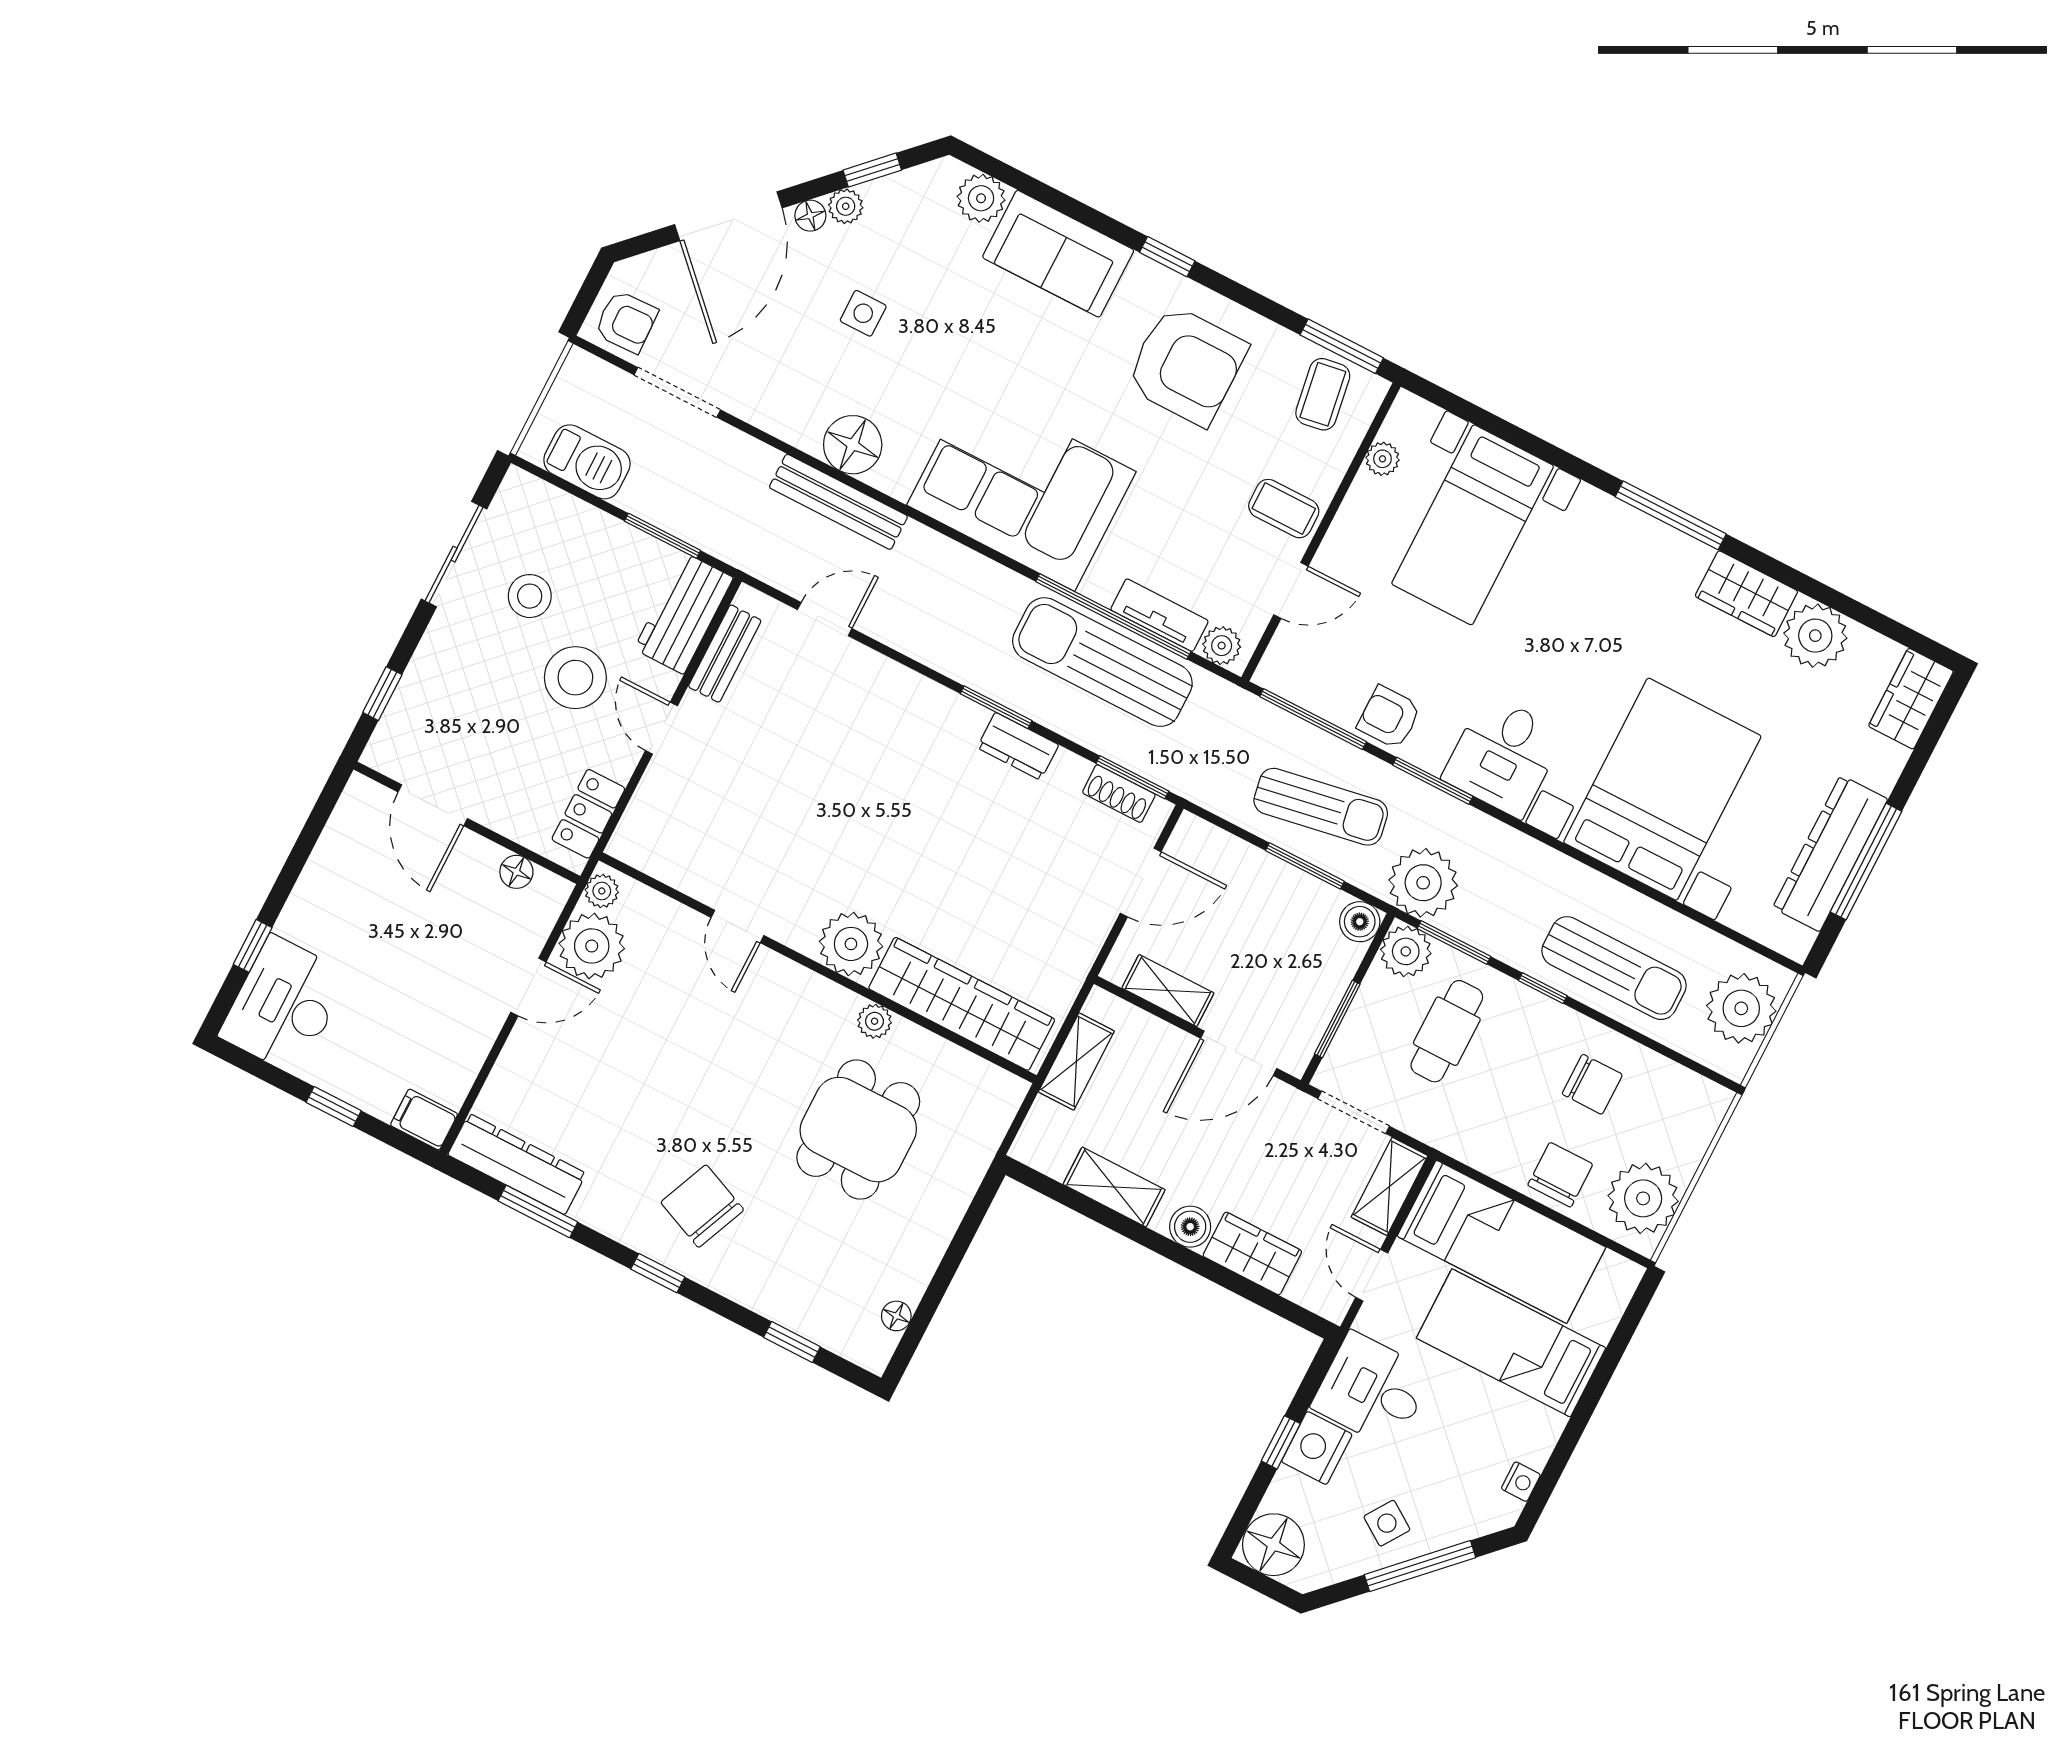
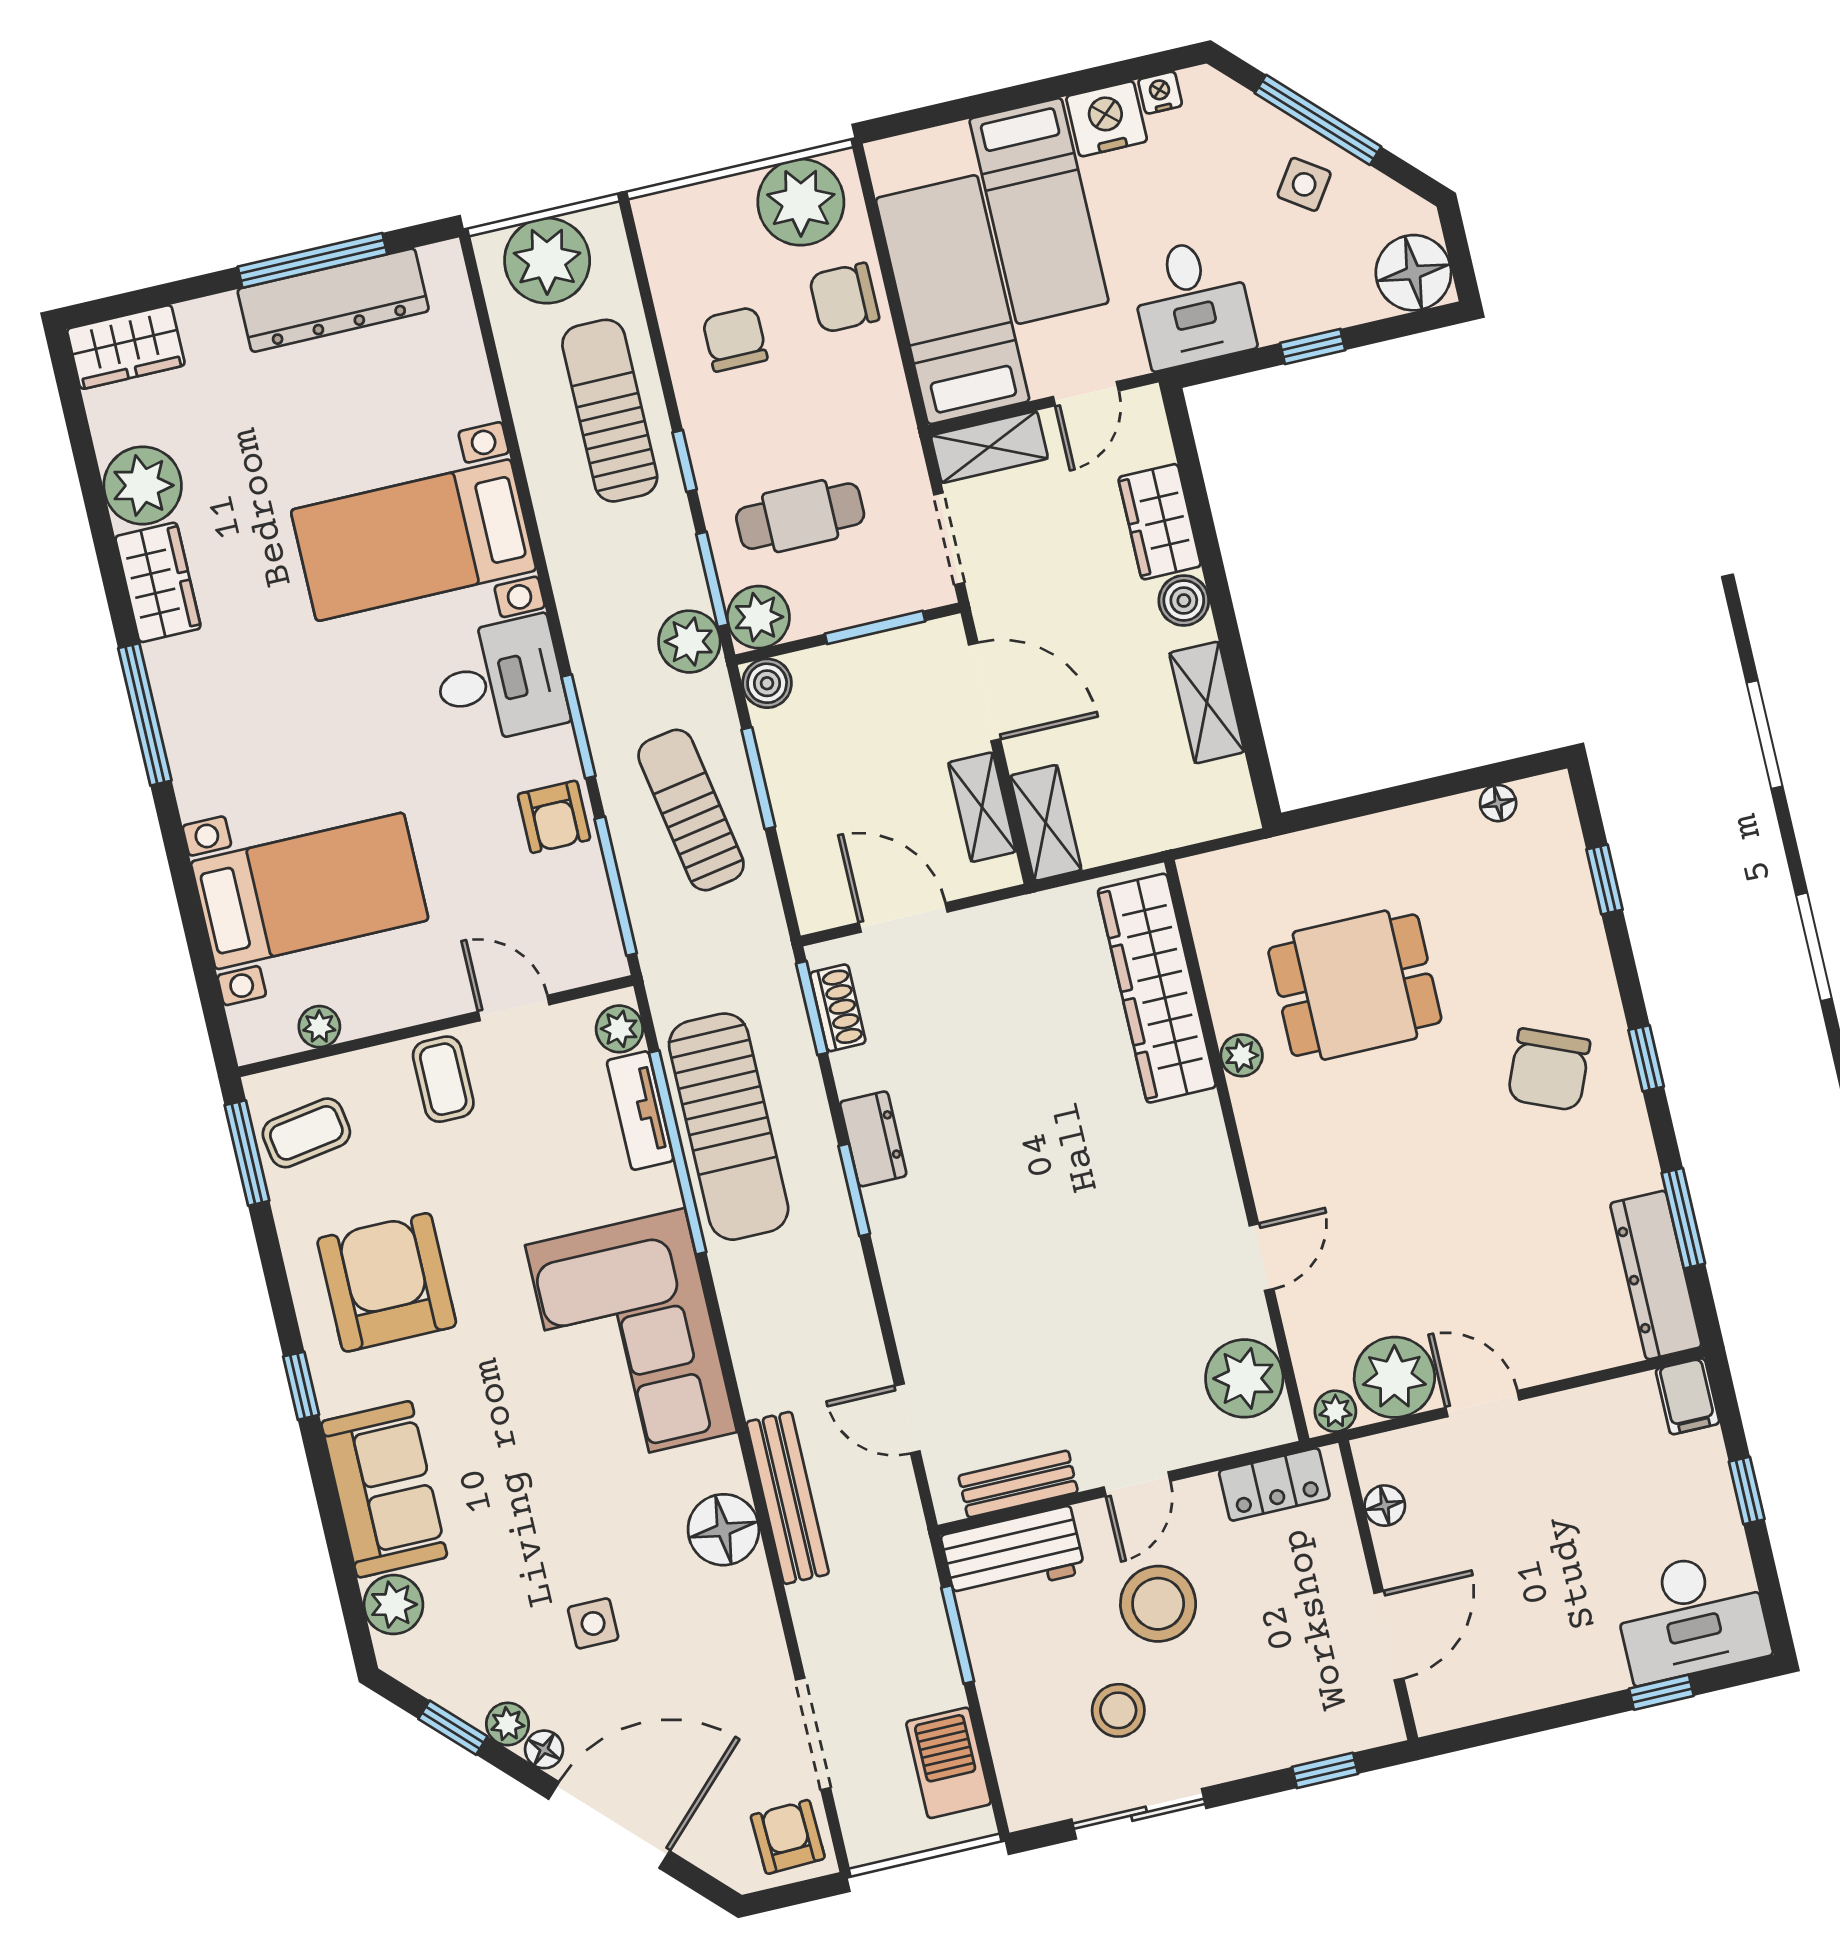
bed with nightstands: (1662, 789) -> (413, 540), width x0.73
plant: (1423, 883) -> (689, 642), width x0.73, depth x0.73
plant: (851, 944) -> (1244, 1378), moved
shelving: (1076, 1061) -> (1046, 823), moved, turned 90
nightstand: (1317, 1448) -> (1107, 119), moved, turned 180

